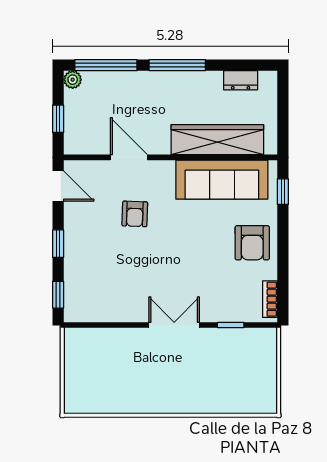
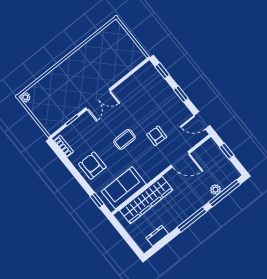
plant: (73, 80) -> (216, 190), moved
sofa: (222, 180) -> (124, 188), width x0.73
coffee table: (181, 243) -> (125, 139), added
plant: (269, 405) -> (25, 97), added

